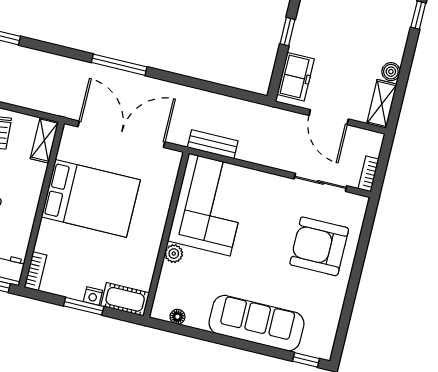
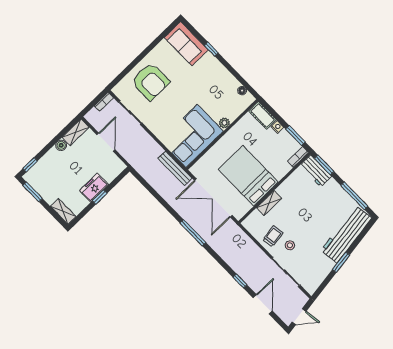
freezer: (296, 77) -> (94, 188), moved
shelving: (44, 140) -> (269, 203), moved
bench: (213, 144) -> (175, 168), width x1.36
window: (84, 306) -> (295, 135), moved
sofa: (256, 323) -> (186, 44), moved, width x0.73
window: (306, 360) -> (211, 49), moved

